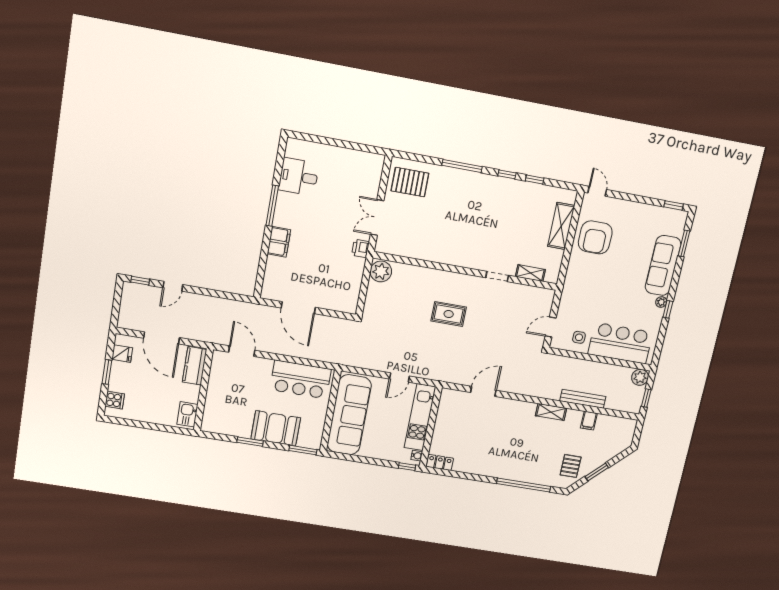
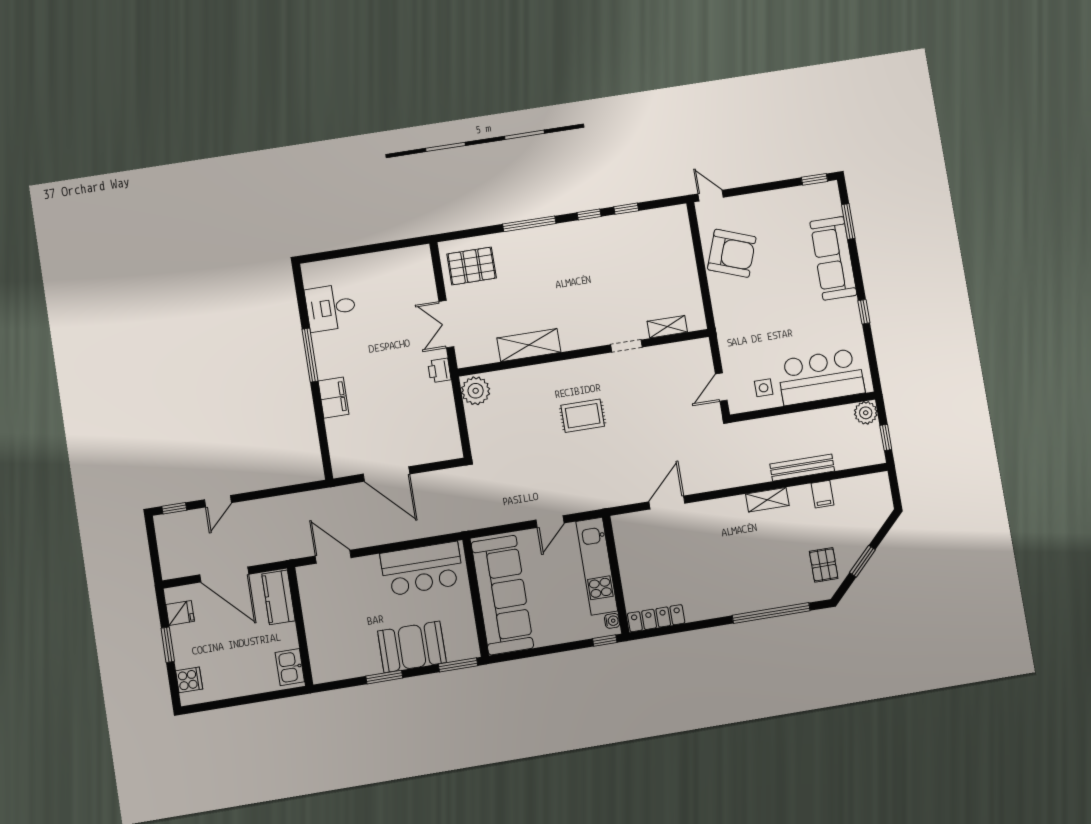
shelving: (561, 226) -> (529, 345), moved, turned 90
armchair: (595, 237) -> (732, 253), turned -70
plant: (661, 302) -> (851, 305), removed
locker: (440, 462) -> (656, 618), width x1.53

